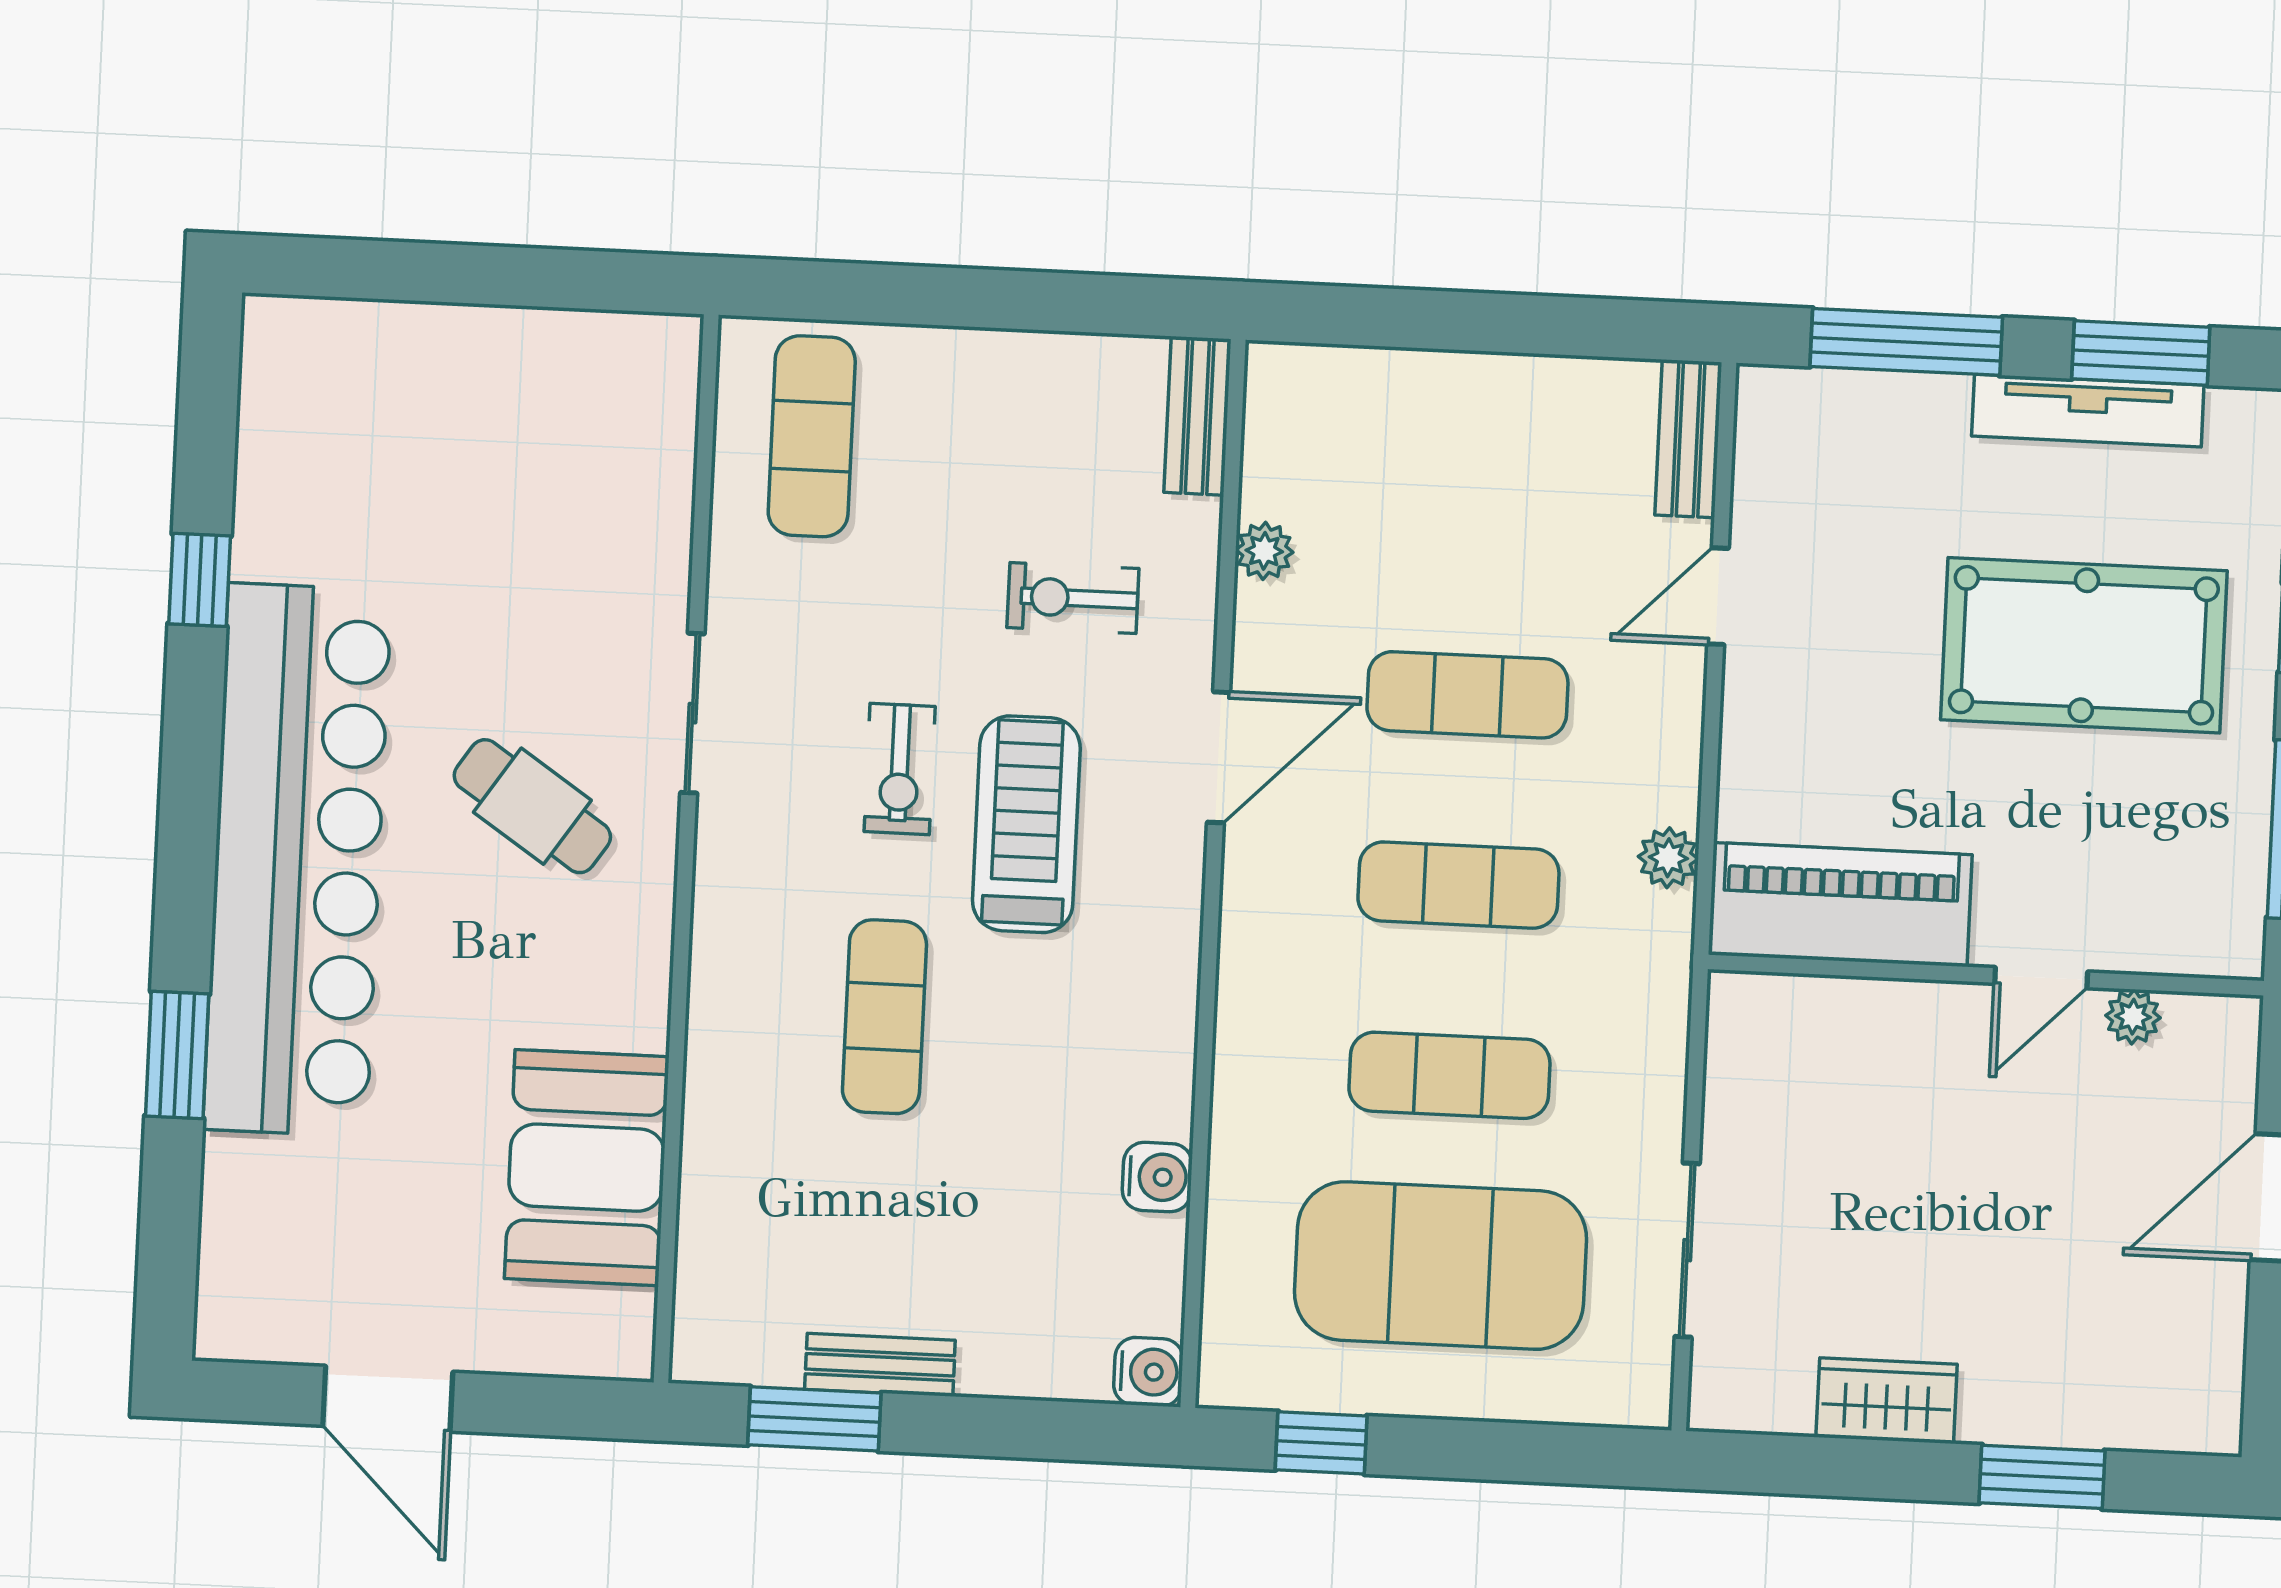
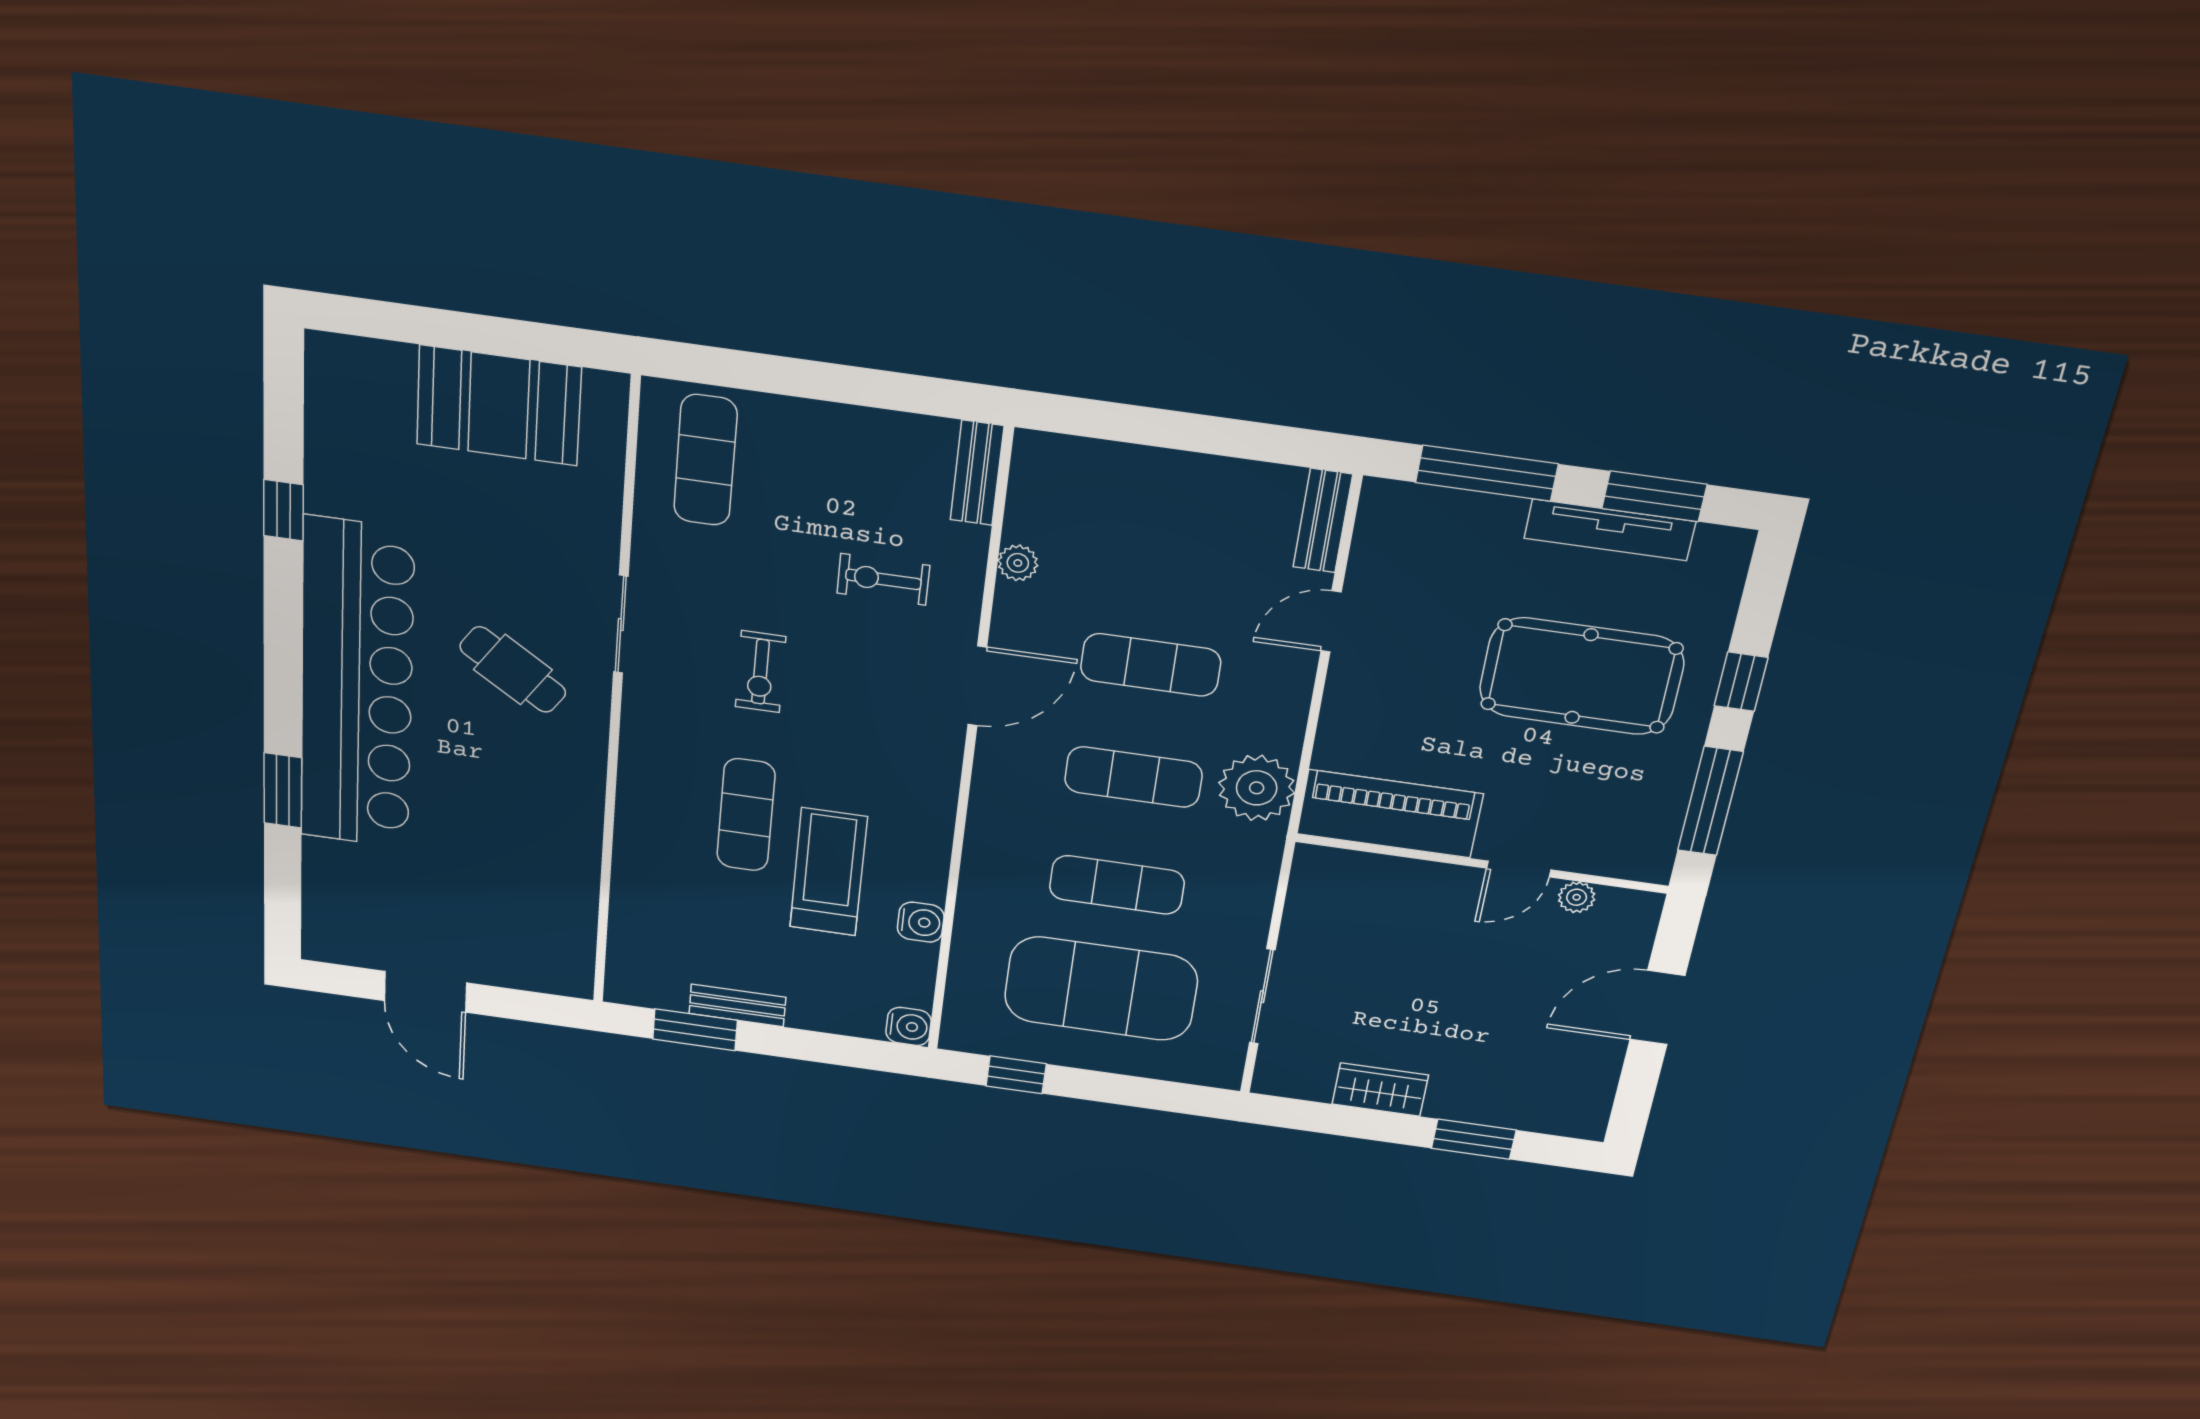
treadmill: (1026, 824) -> (829, 872), moved
plant: (1668, 858) -> (1257, 788), width x1.88, depth x1.88
booth: (587, 1168) -> (499, 406), moved, turned 90

